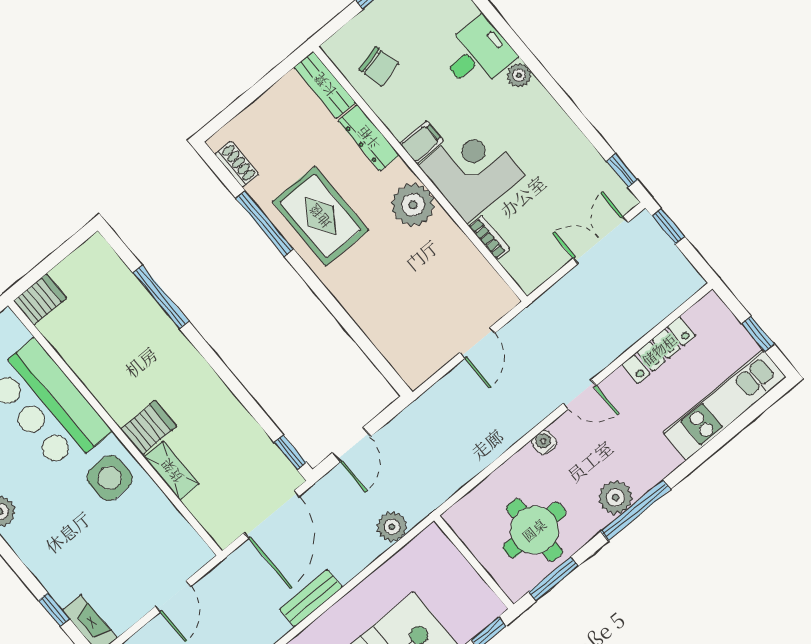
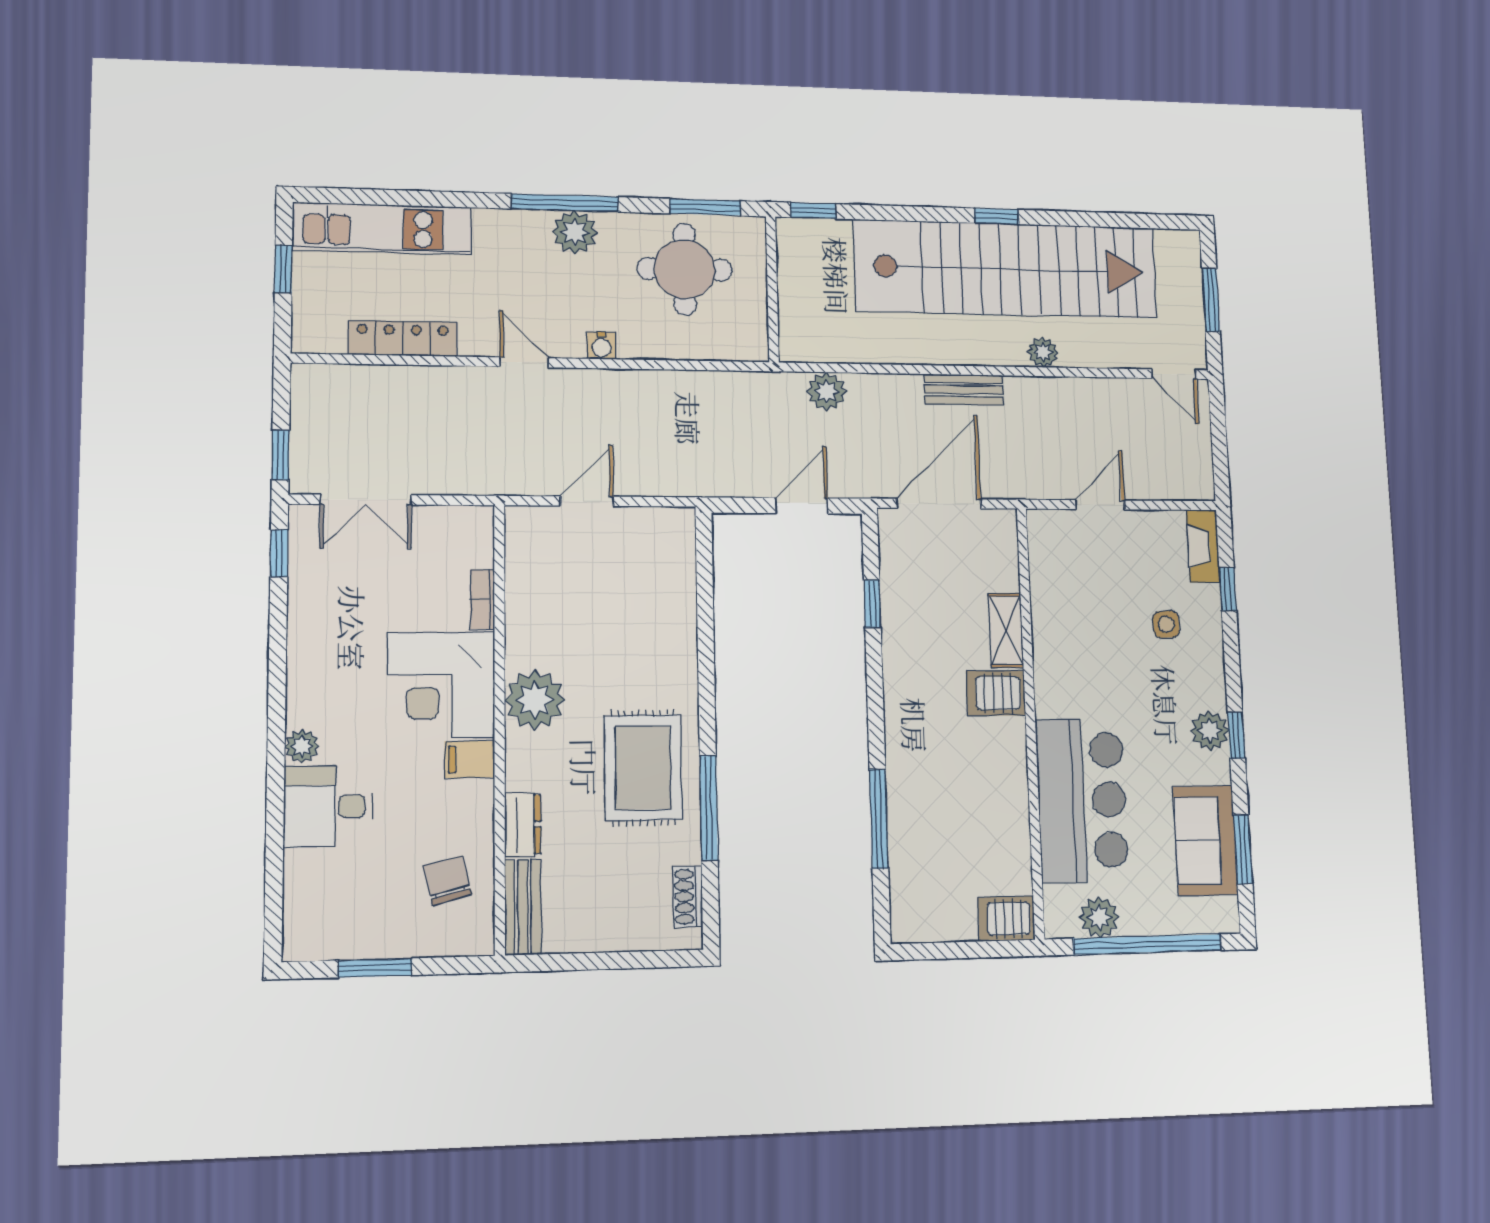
dresser: (369, 138) -> (523, 824), width x0.70
window: (290, 452) -> (872, 604), moved
side table: (110, 478) -> (1166, 624), moved, width x0.54, depth x0.54

